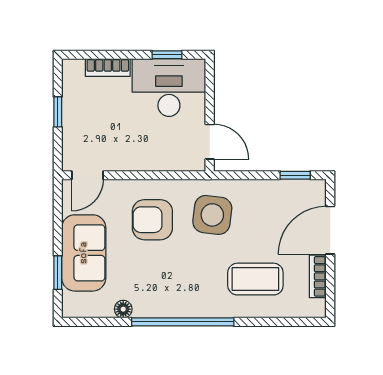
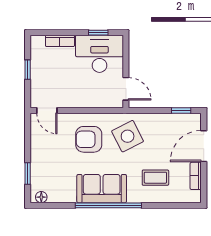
door: (88, 175) -> (47, 111), hinge flipped
side table: (212, 215) -> (128, 136), turned -34
sofa: (84, 253) -> (102, 189), moved, turned -90
coffee table: (255, 279) -> (155, 178), width x0.73, depth x0.77
floor lamp: (123, 309) -> (41, 197), moved

